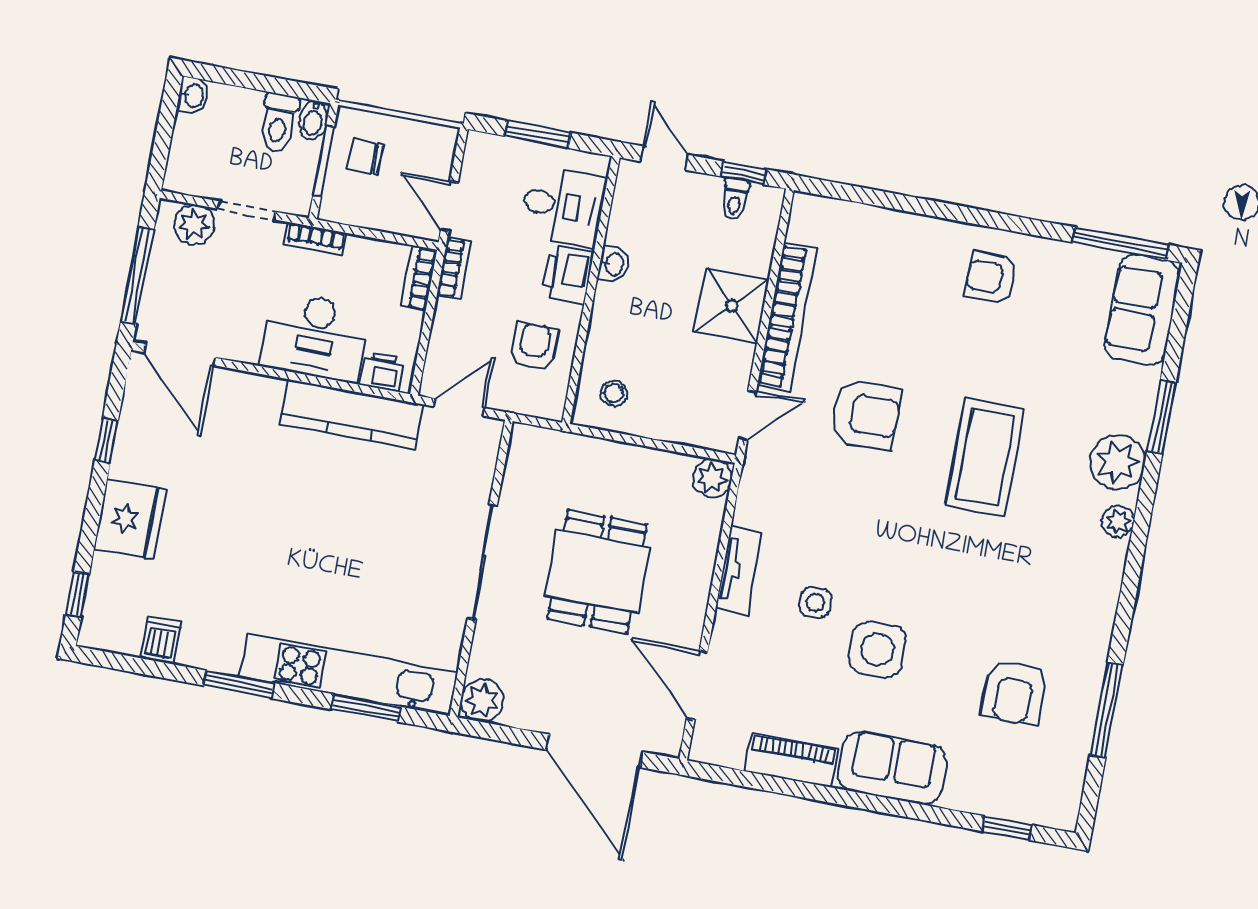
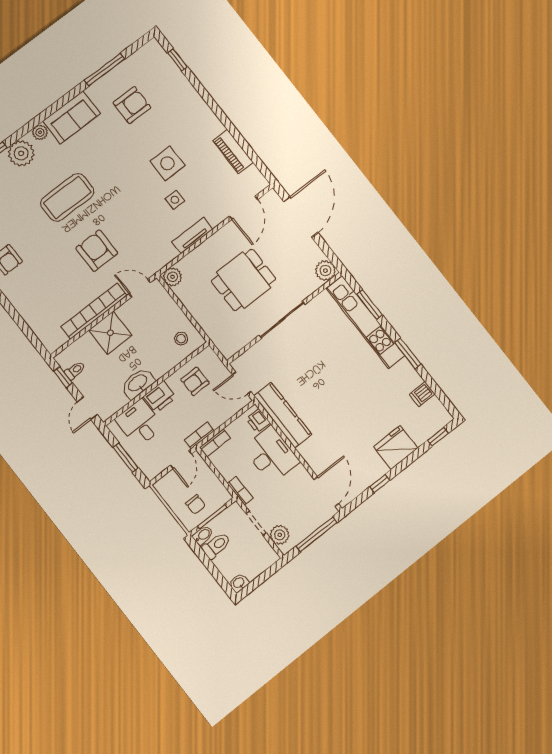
washbasin: (614, 264) -> (138, 383), width x1.91, depth x1.45
sofa: (892, 768) -> (72, 117), moved, turned -90

